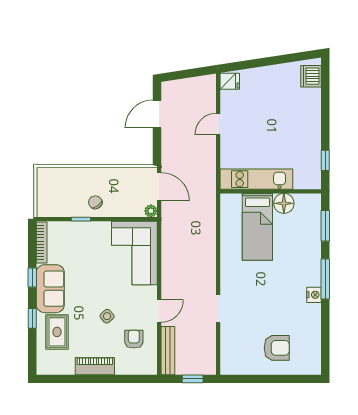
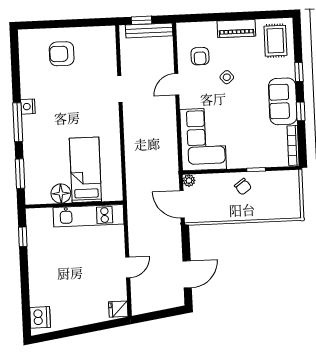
rug: (57, 332) -> (275, 41), moved
bench: (168, 351) -> (149, 30), moved, turned 90

